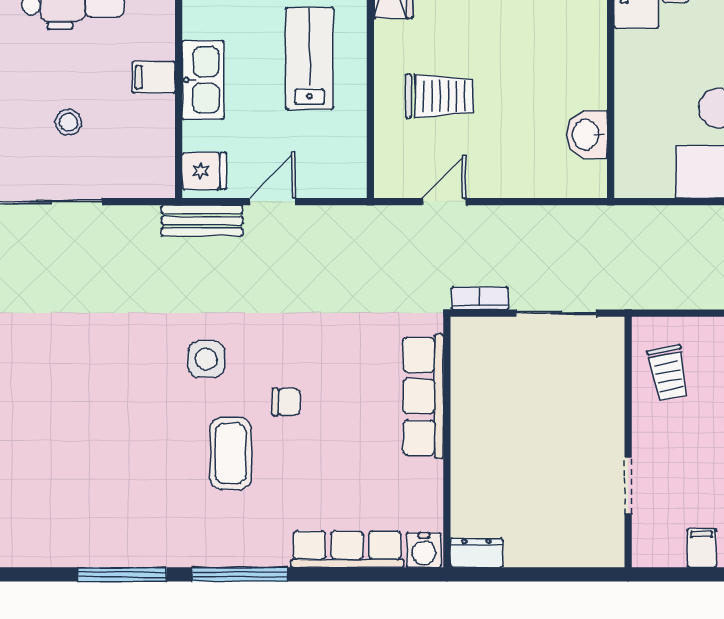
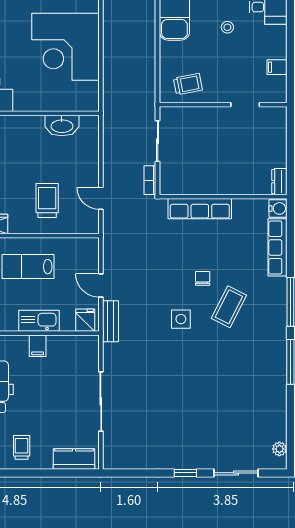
stool: (68, 122) -> (60, 389), removed
washbasin: (587, 135) -> (62, 126), width x1.38
coffee table: (231, 453) -> (229, 307), turned -63

